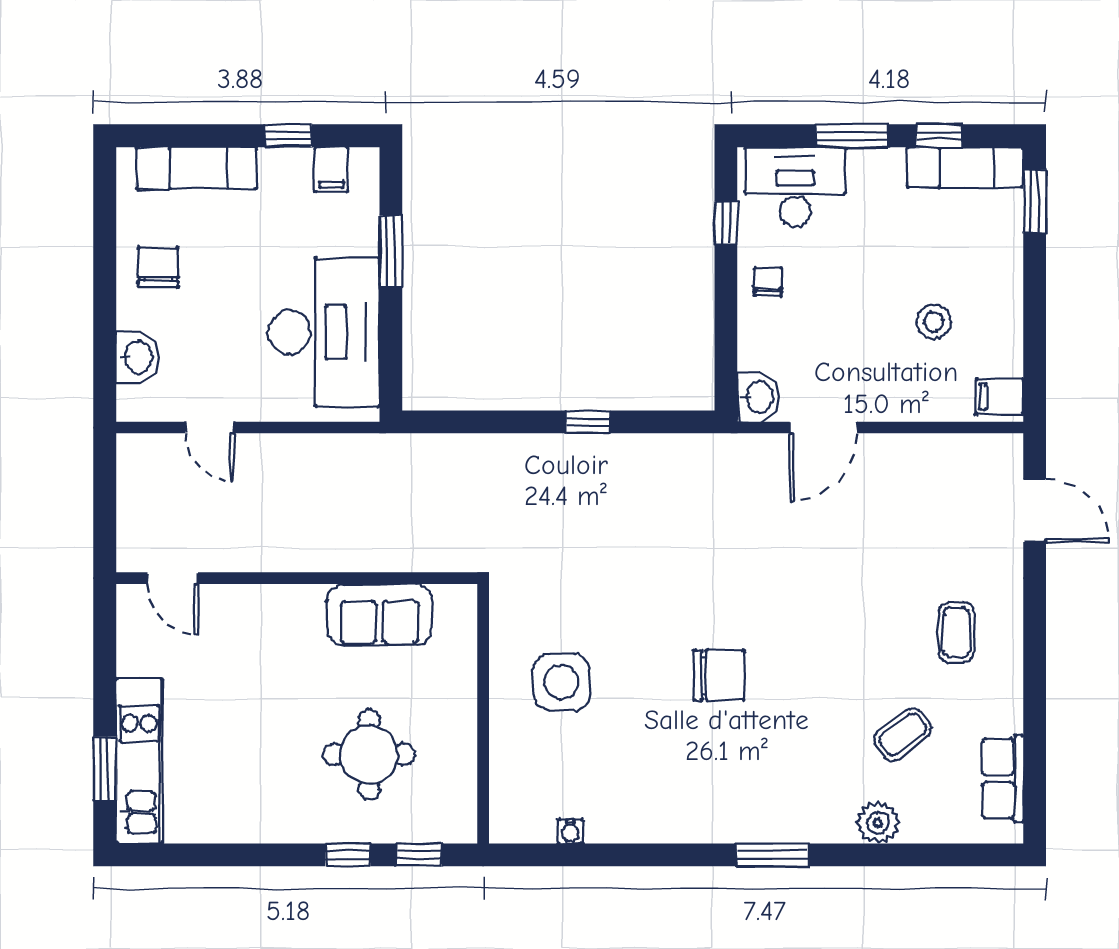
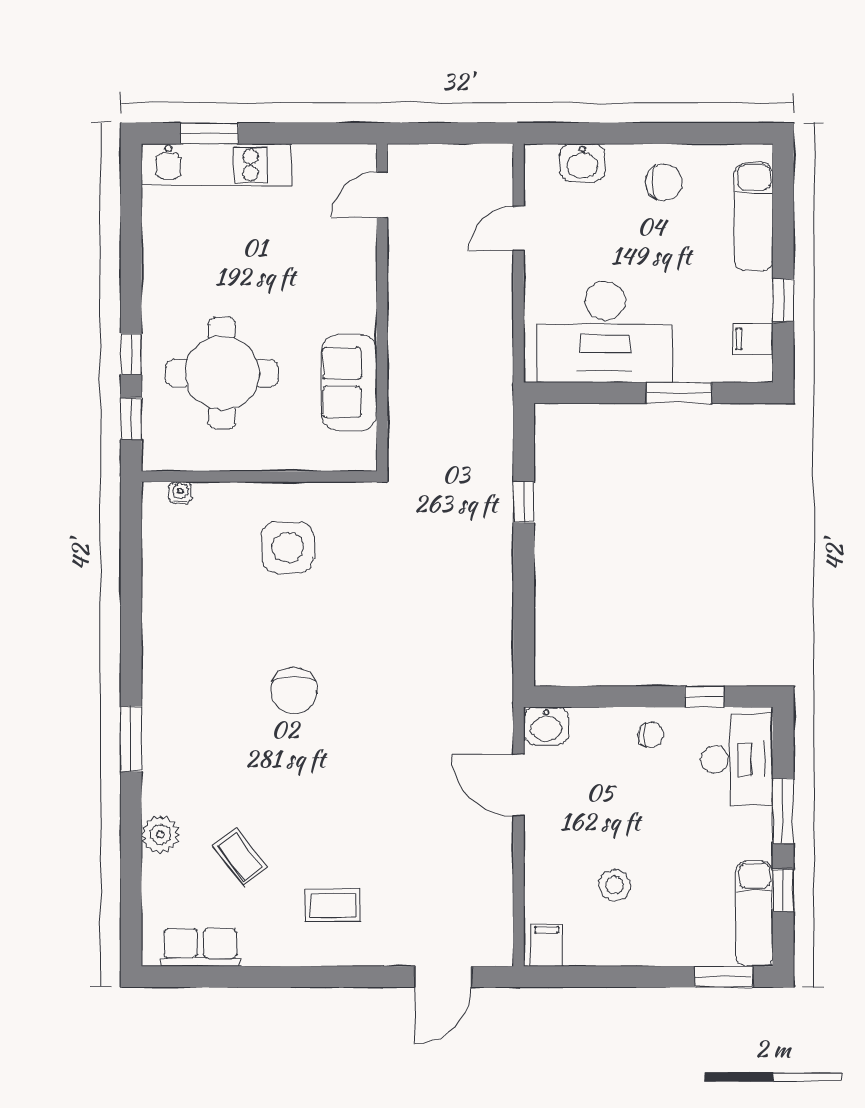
window: (588, 422) -> (524, 502), moved
round table: (369, 755) -> (222, 373), width x1.36, depth x1.36
water cooler: (570, 831) -> (180, 493), moved, turned 90

